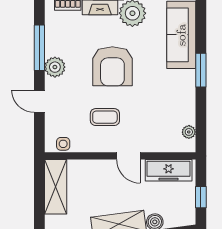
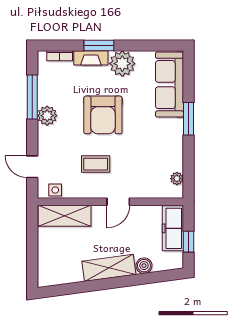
door: (39, 101) -> (32, 167), moved
door: (128, 156) -> (118, 202), hinge flipped
freezer: (169, 170) -> (173, 228), moved, turned 90
shelving: (56, 187) -> (64, 216), moved, turned 90

